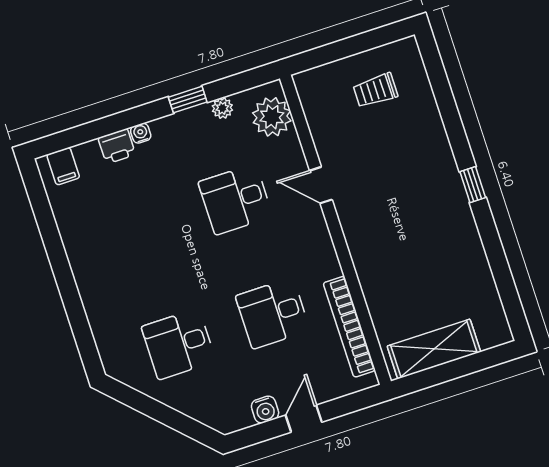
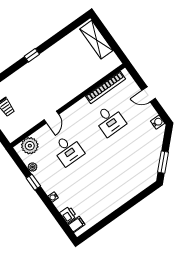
printer: (117, 146) -> (68, 215), moved
desk: (179, 344) -> (134, 155), removed
shelving: (434, 349) -> (96, 40), moved
window: (142, 403) -> (163, 162), added
water cooler: (265, 410) -> (158, 122), moved

